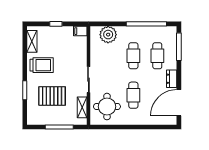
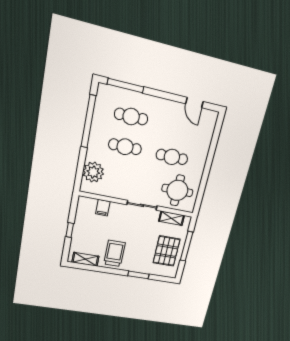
filing cabinet: (80, 31) -> (103, 208), moved
dresser: (172, 79) -> (163, 105), removed
pallet: (52, 96) -> (167, 251), moved
door: (179, 103) -> (194, 103), width x0.53

